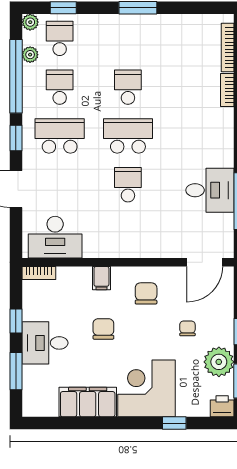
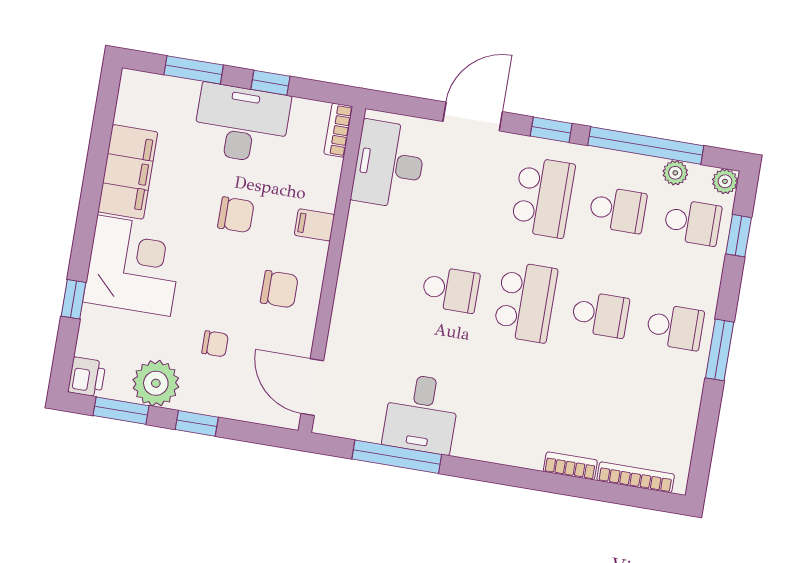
school desk: (128, 38) -> (675, 327), added
desk: (45, 343) -> (242, 124), width x1.37

